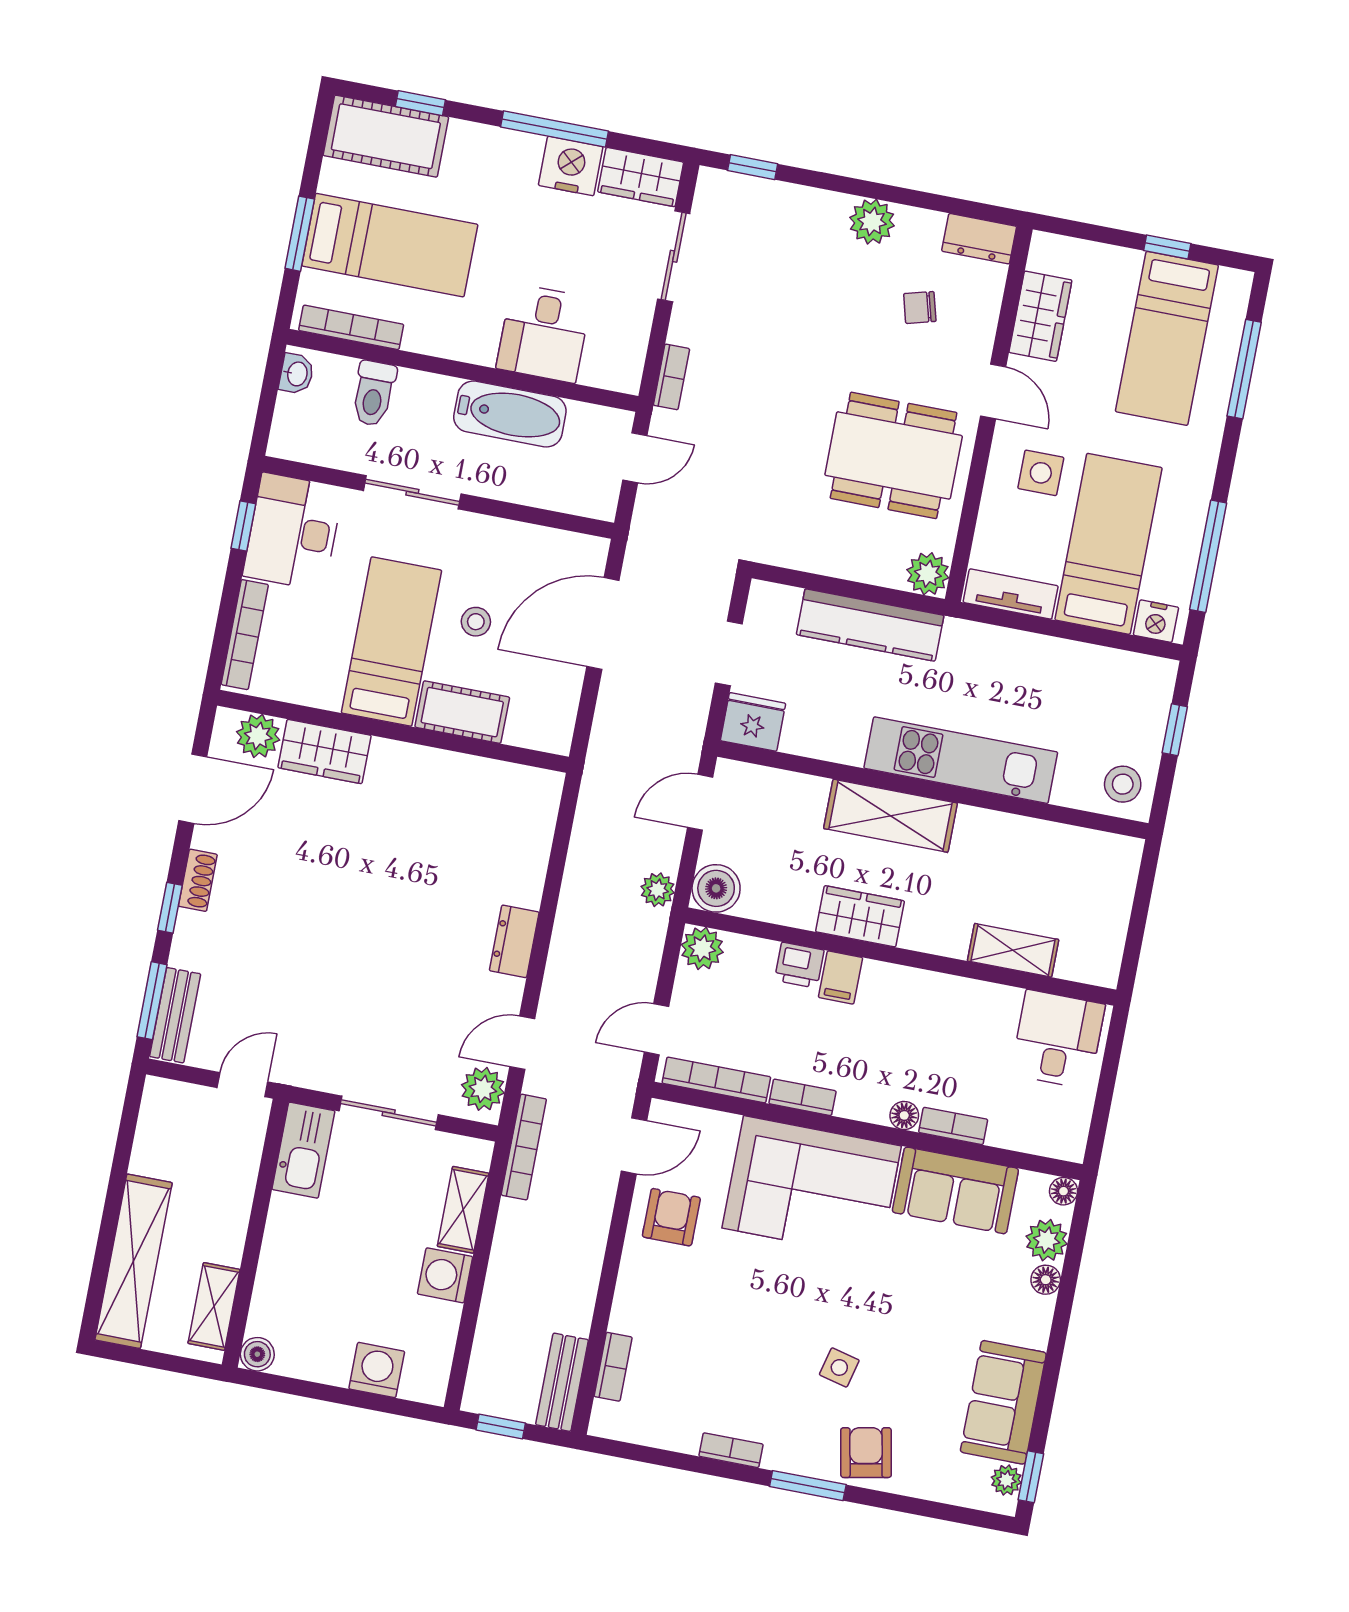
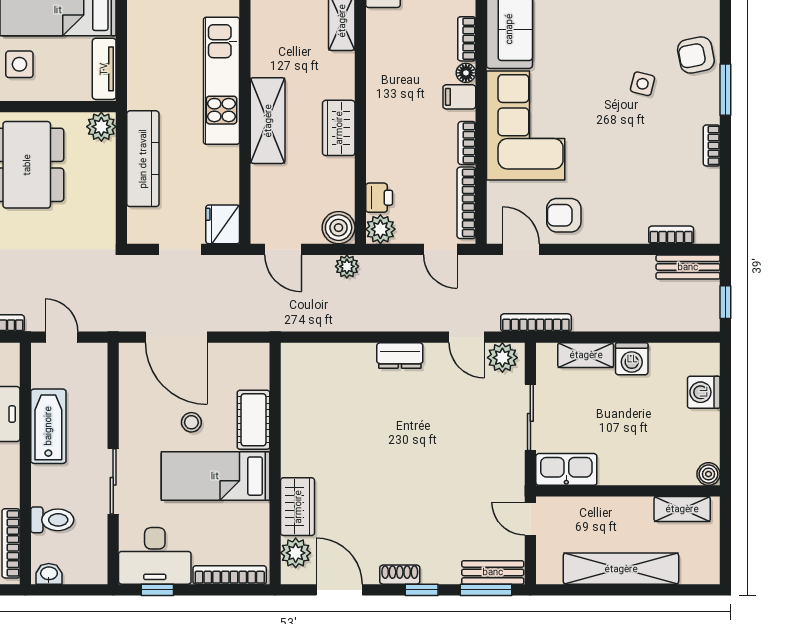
printer: (799, 965) -> (379, 198), moved
filing cabinet: (841, 977) -> (459, 97), moved, turned 180
shelving: (134, 1261) -> (621, 569), moved

